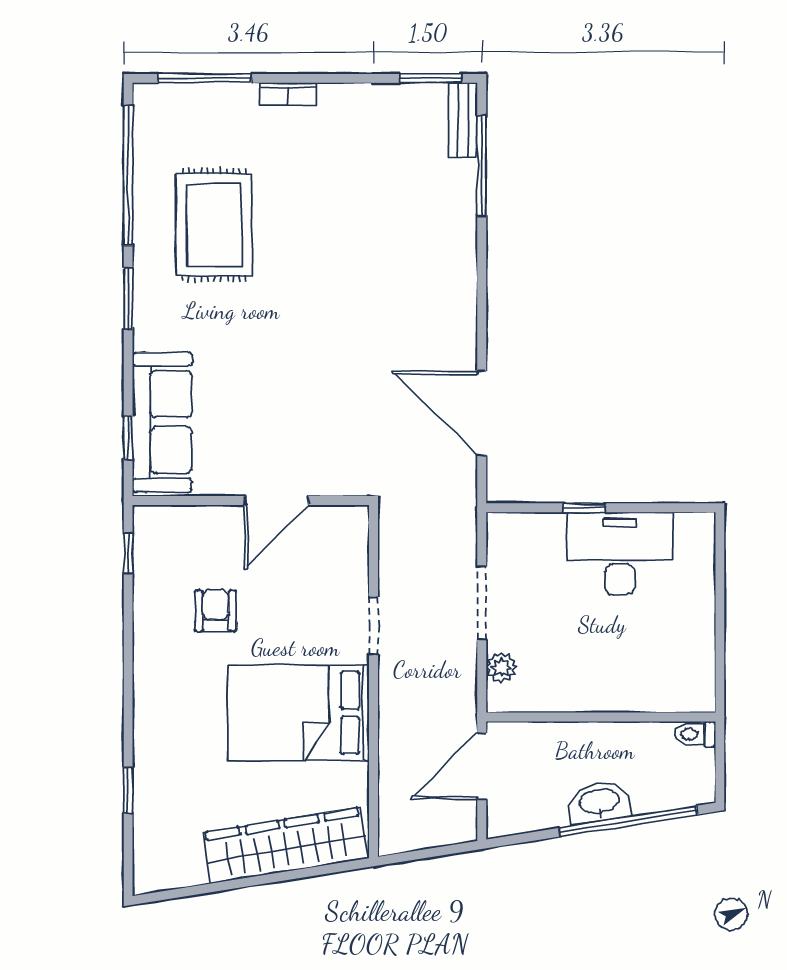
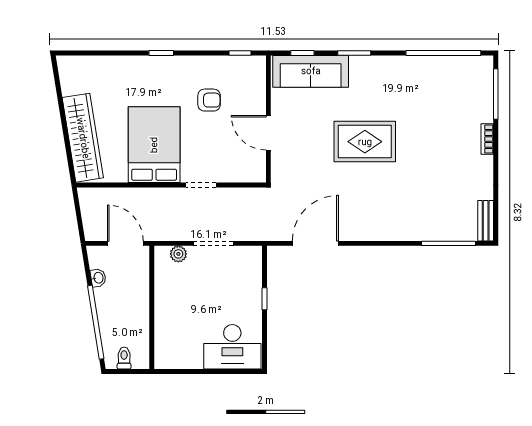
window: (431, 78) -> (496, 216), removed
bench: (463, 120) -> (486, 221), moved, turned 90
rug: (214, 225) -> (365, 142), moved
window: (128, 299) -> (354, 53), moved
desk: (620, 554) -> (232, 347), moved, turned 90
toilet: (695, 734) -> (124, 358), moved
window: (128, 790) -> (161, 53), moved
washbasin: (599, 802) -> (98, 278), moved, width x0.52, depth x0.69

